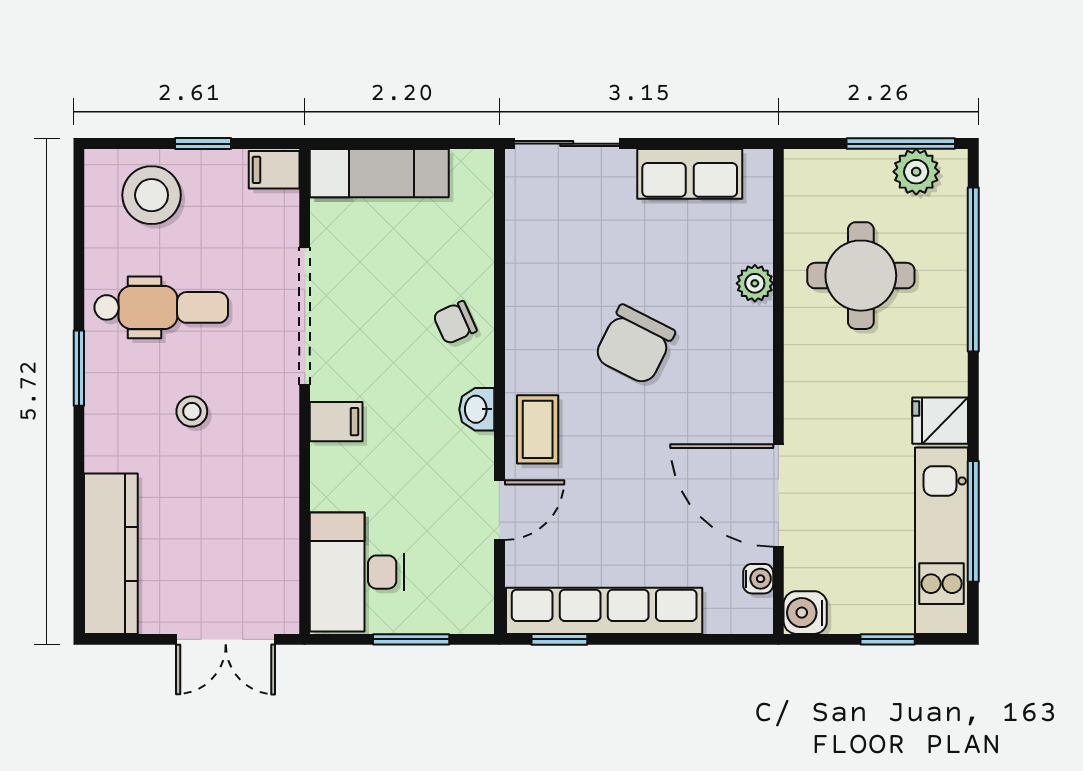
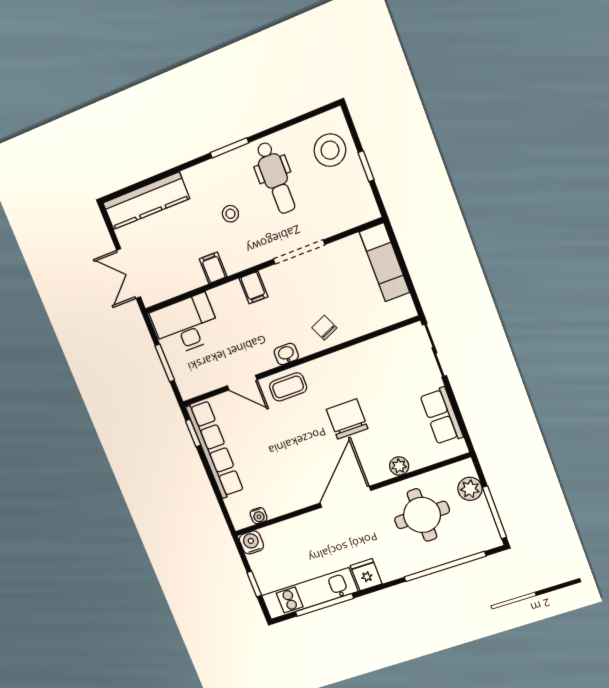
filing cabinet: (274, 170) -> (213, 268), moved
plant: (916, 172) -> (470, 489), moved
doorway: (305, 316) -> (299, 252), width x0.73
chair: (635, 345) -> (347, 419), turned 63
door: (778, 496) -> (345, 497), moved

